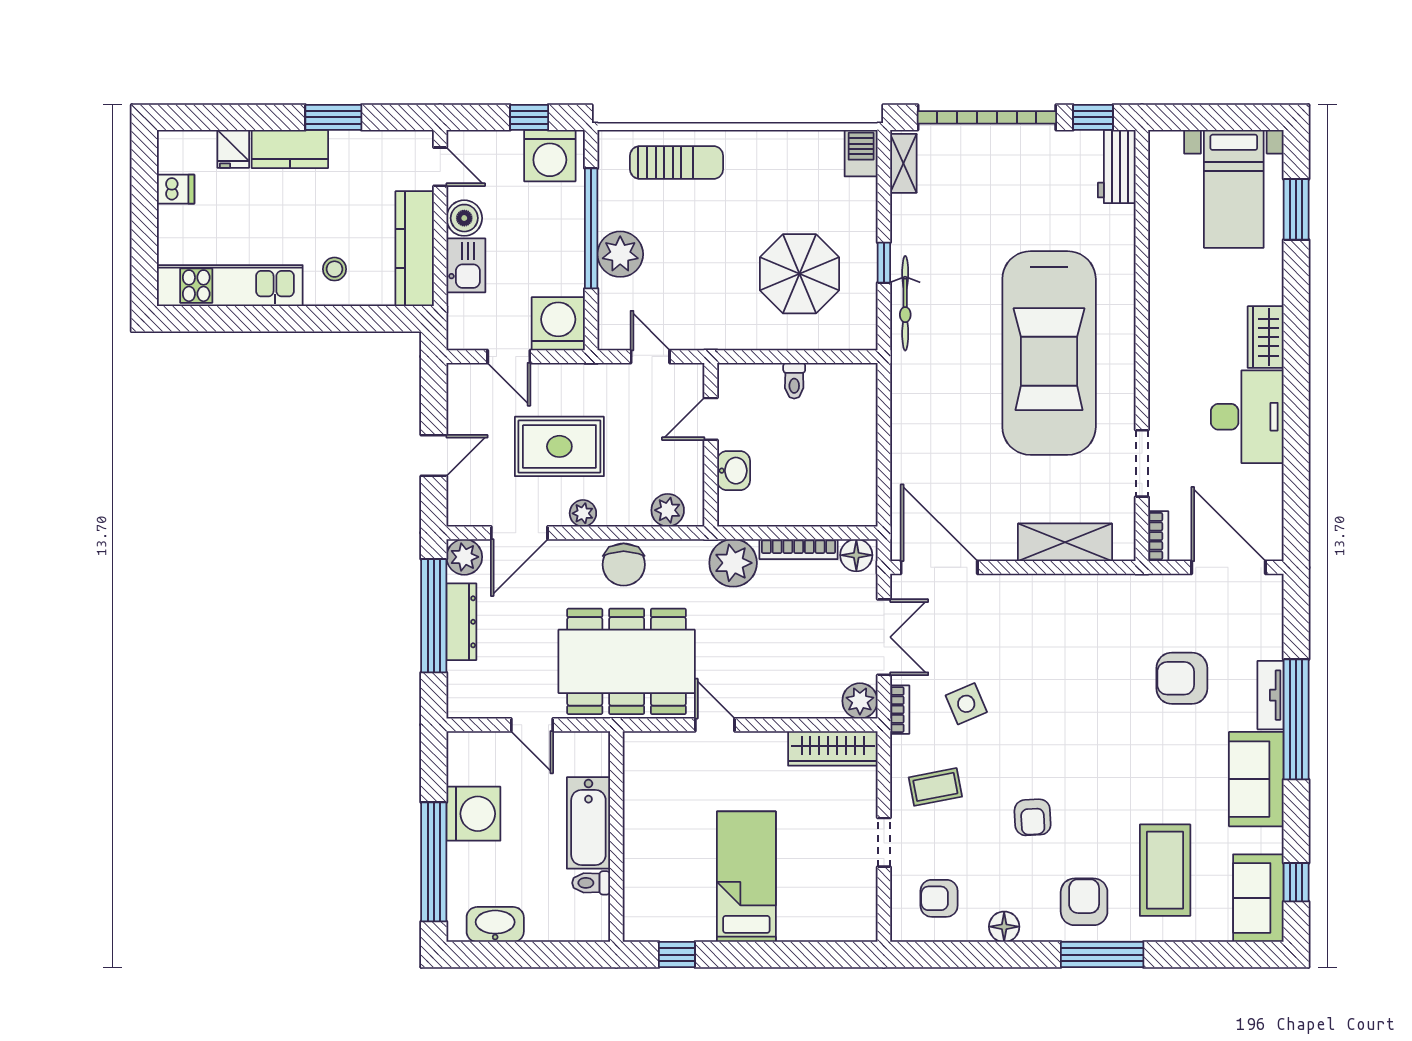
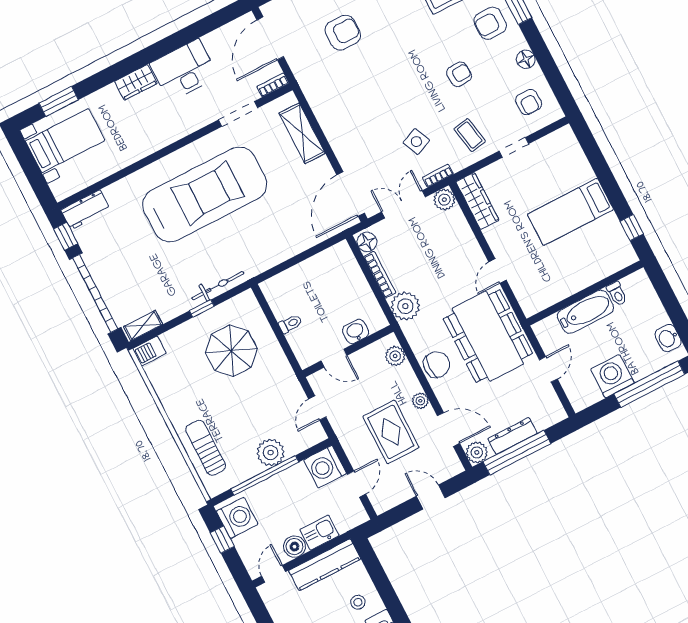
armchair: (1182, 678) -> (343, 33), turned -90
washbasin: (495, 924) -> (668, 338), width x0.72

